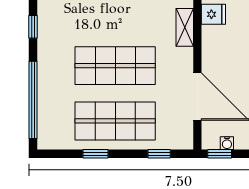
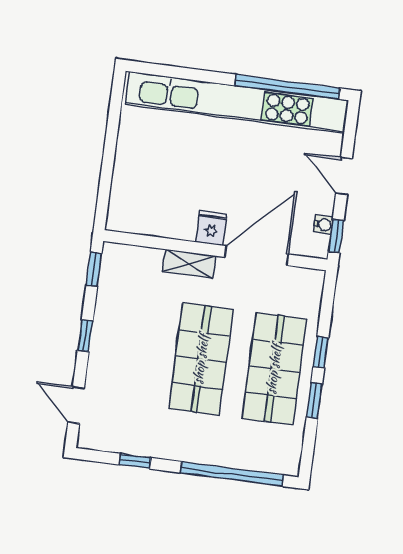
fridge: (213, 14) -> (211, 228), moved
shelving: (185, 27) -> (189, 264), moved
window: (159, 154) -> (321, 352), moved

